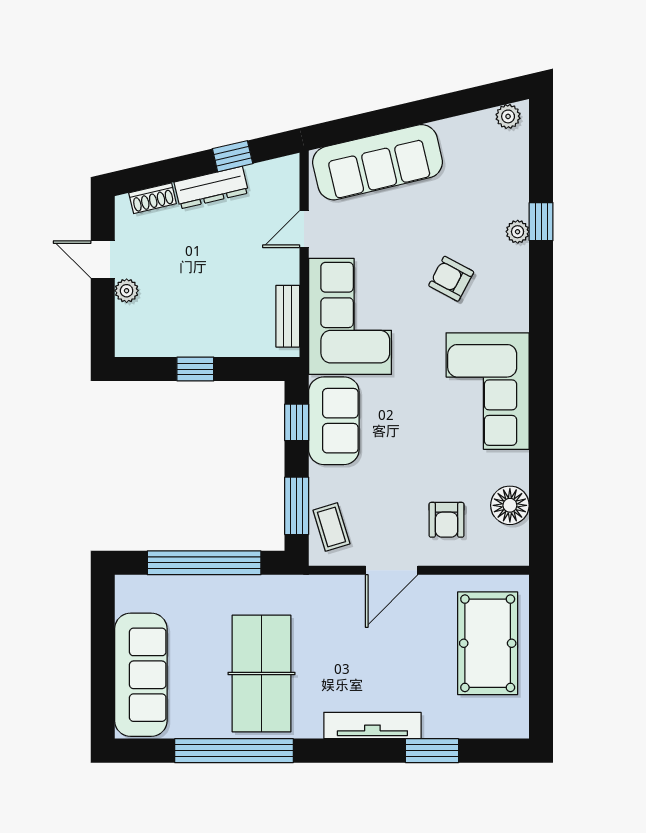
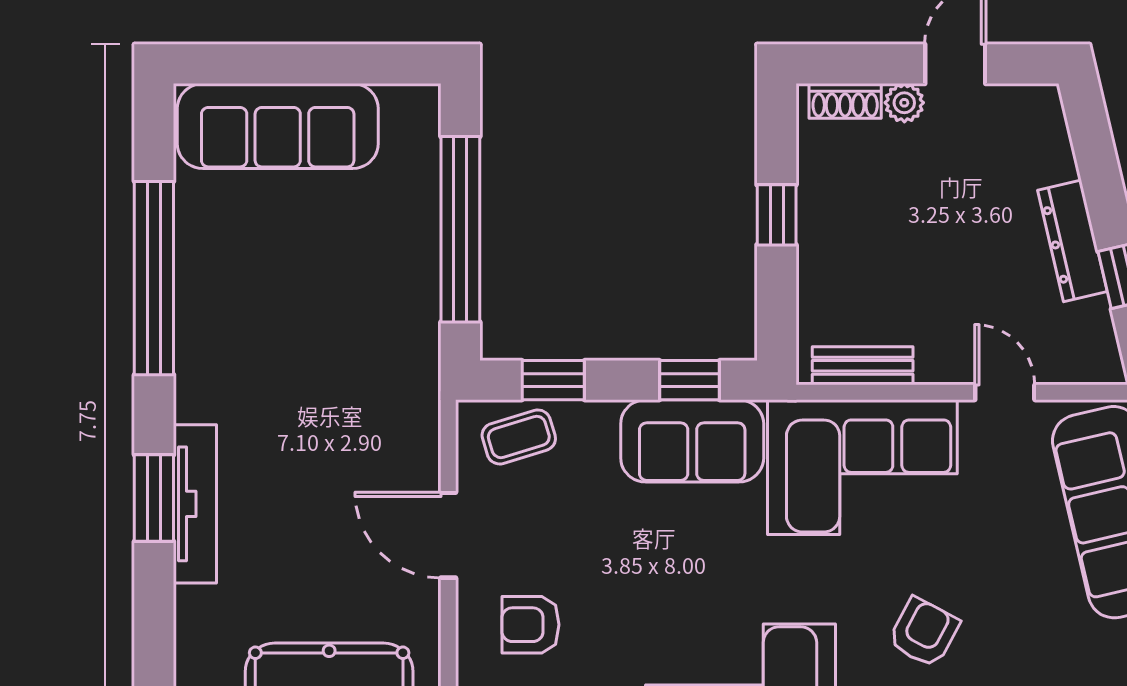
shoe rack: (153, 198) -> (845, 101), moved, turned -77
window: (297, 506) -> (553, 380), width x0.67
table tennis table: (262, 674) -> (280, 323), removed
window: (432, 751) -> (154, 498), moved

